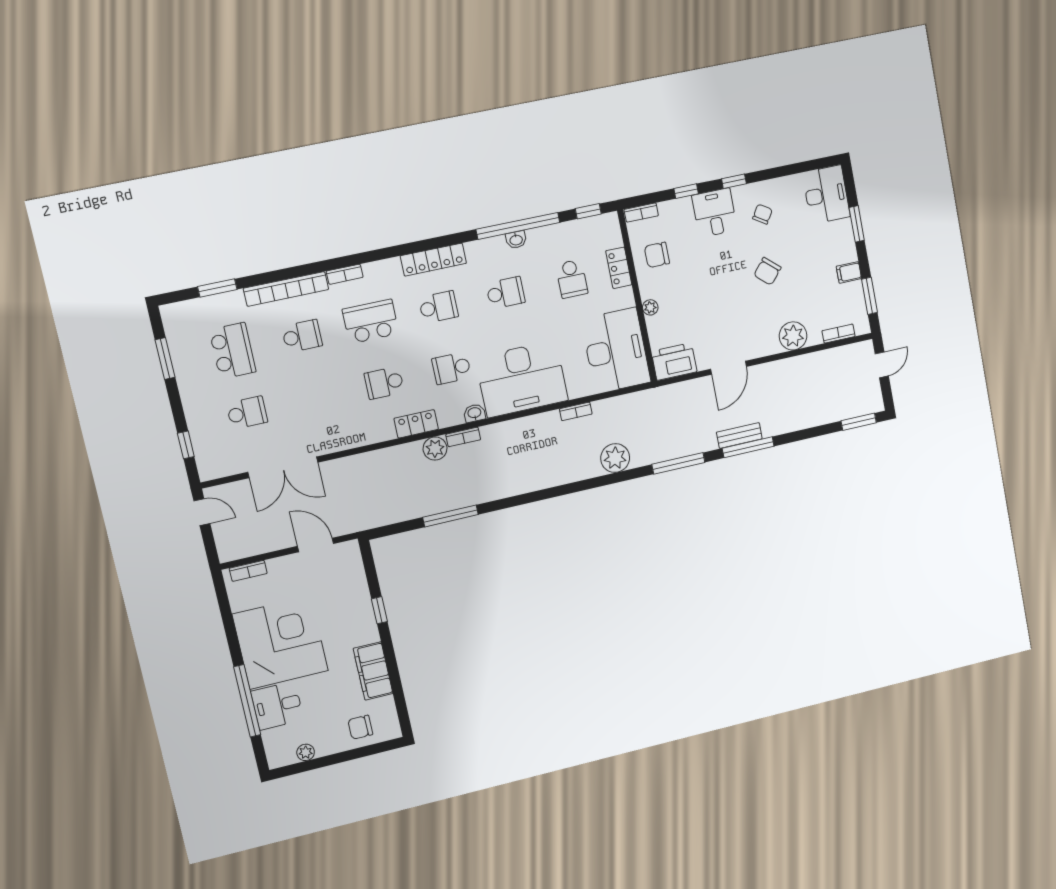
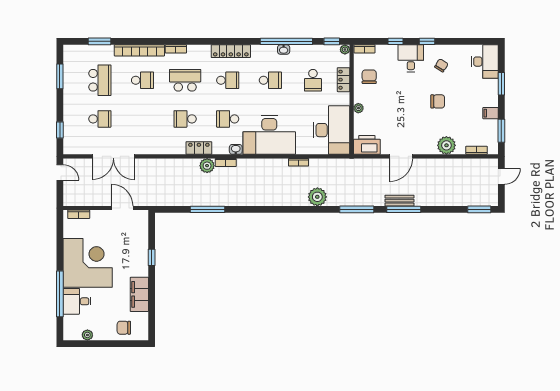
plant: (611, 220) -> (345, 50), added
chair: (657, 255) -> (369, 77), turned 90
chair: (767, 271) -> (438, 101), turned -131

